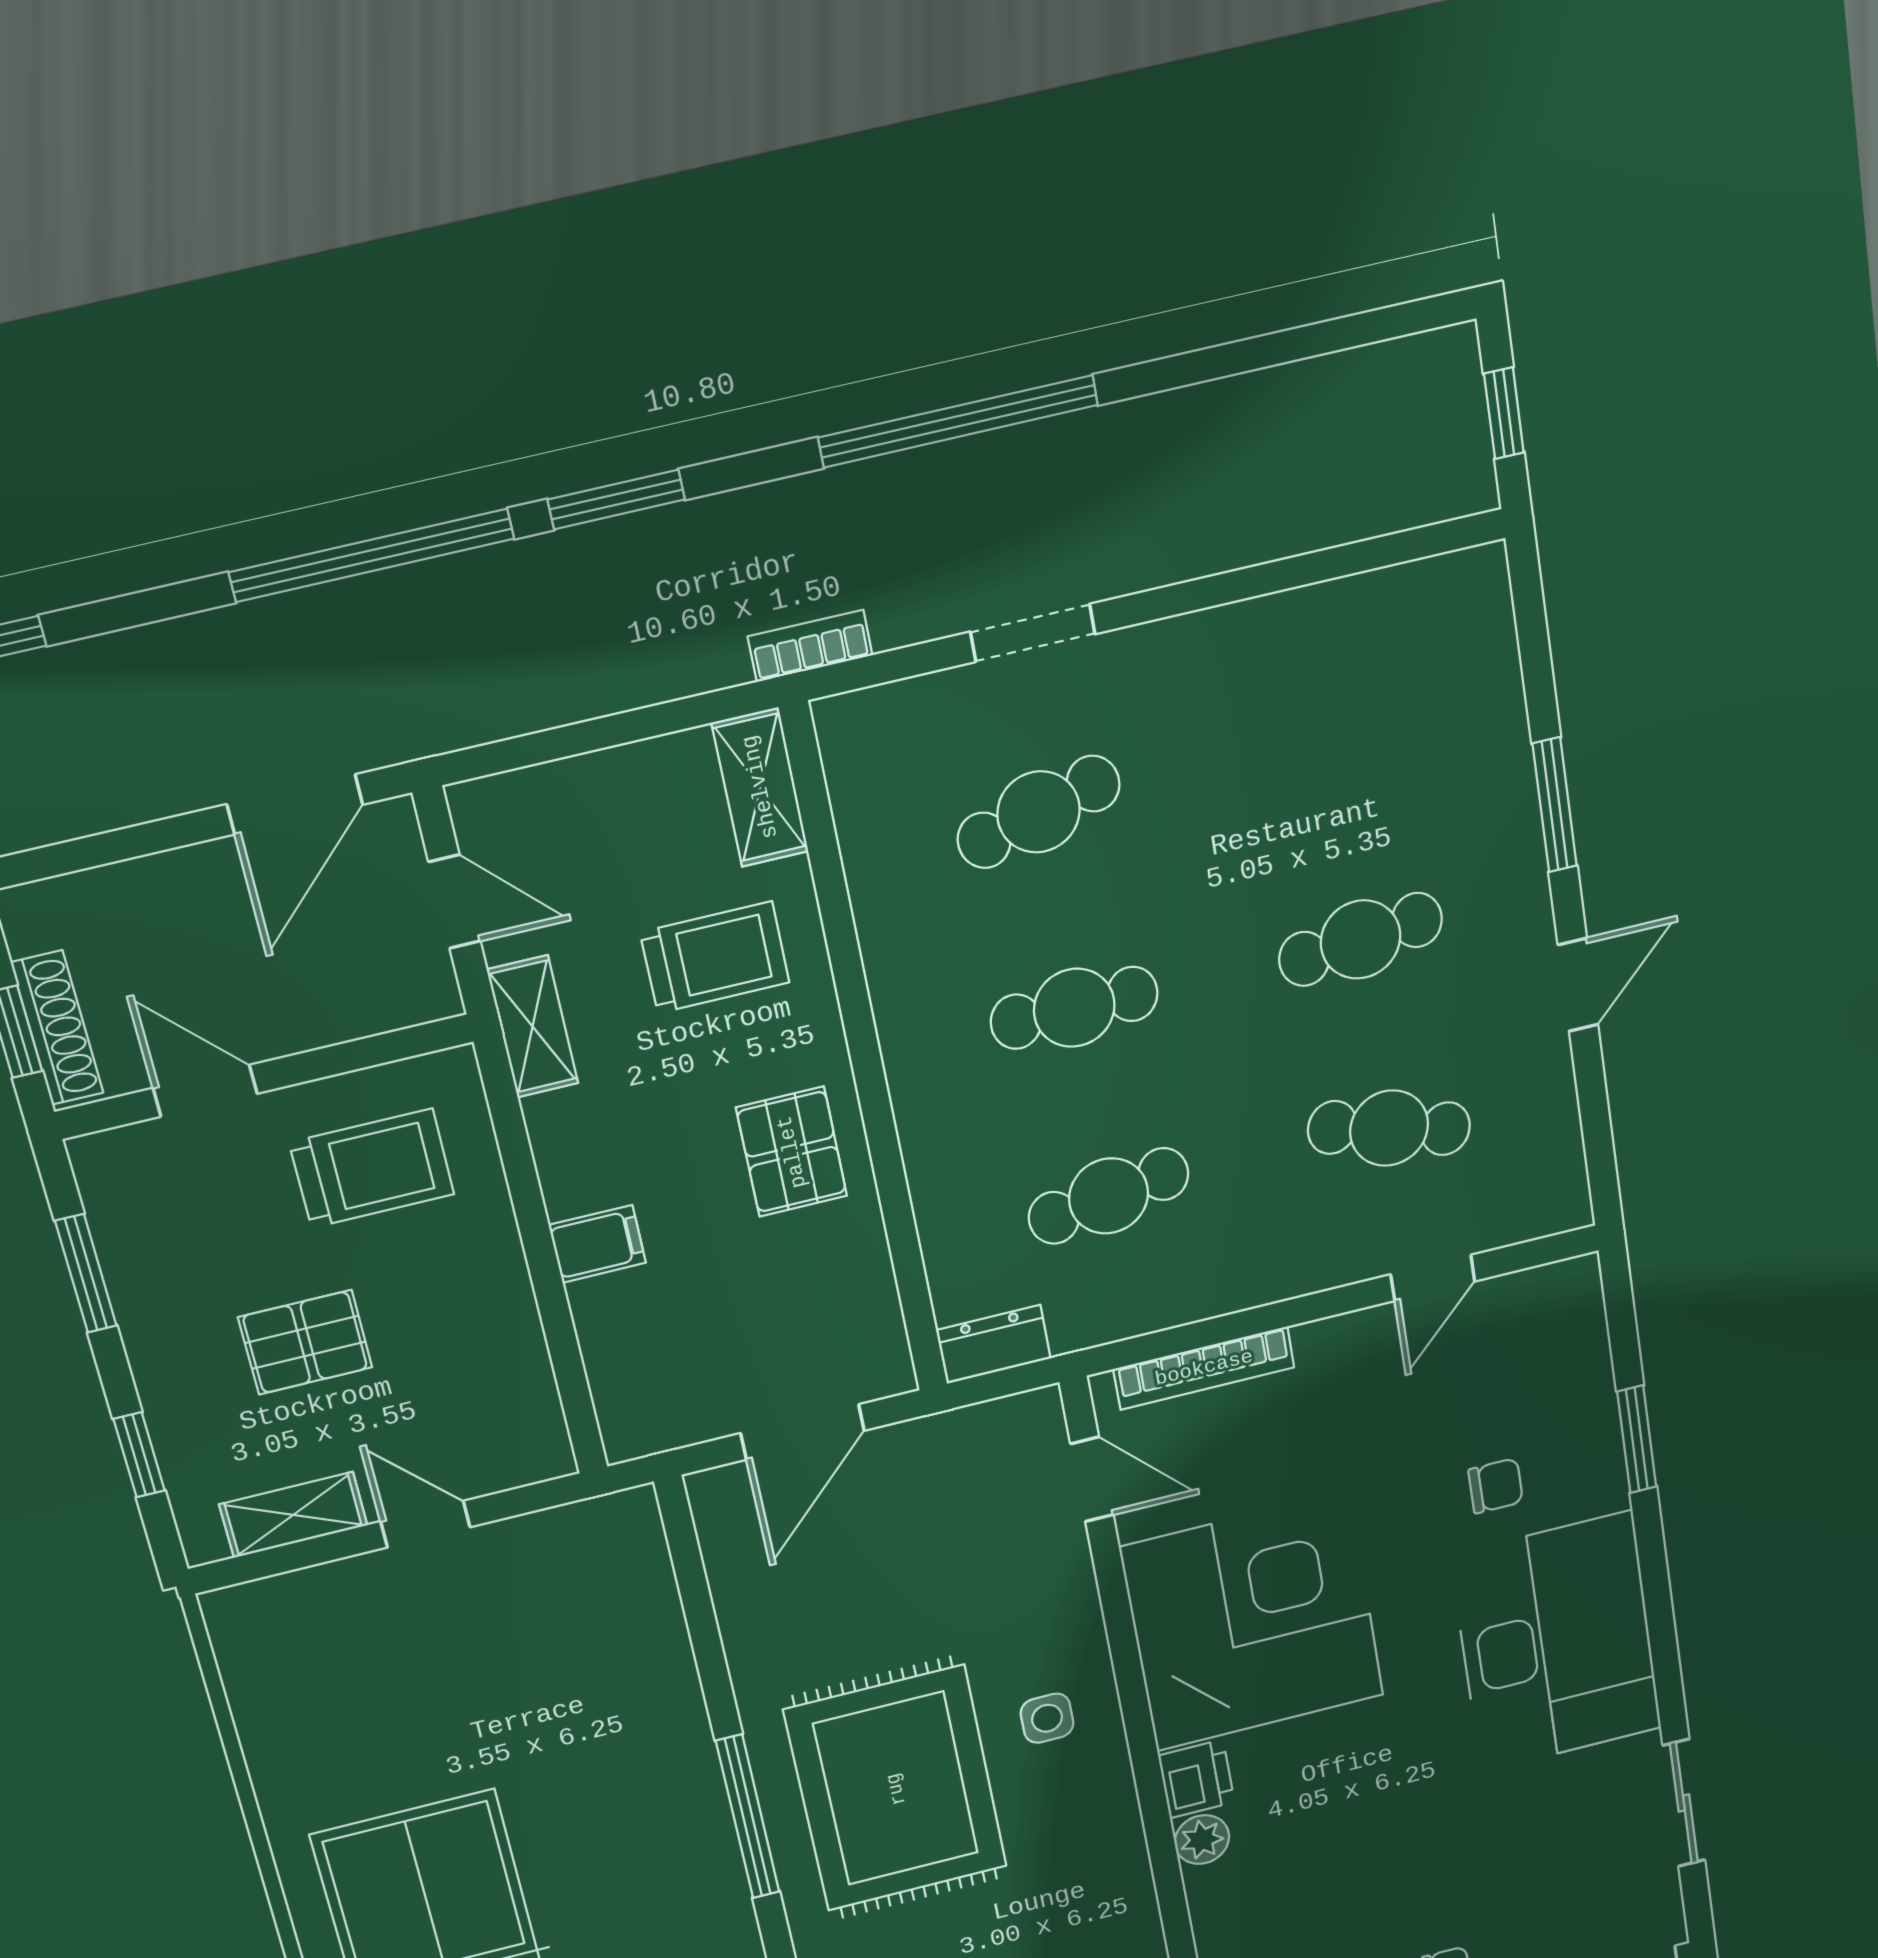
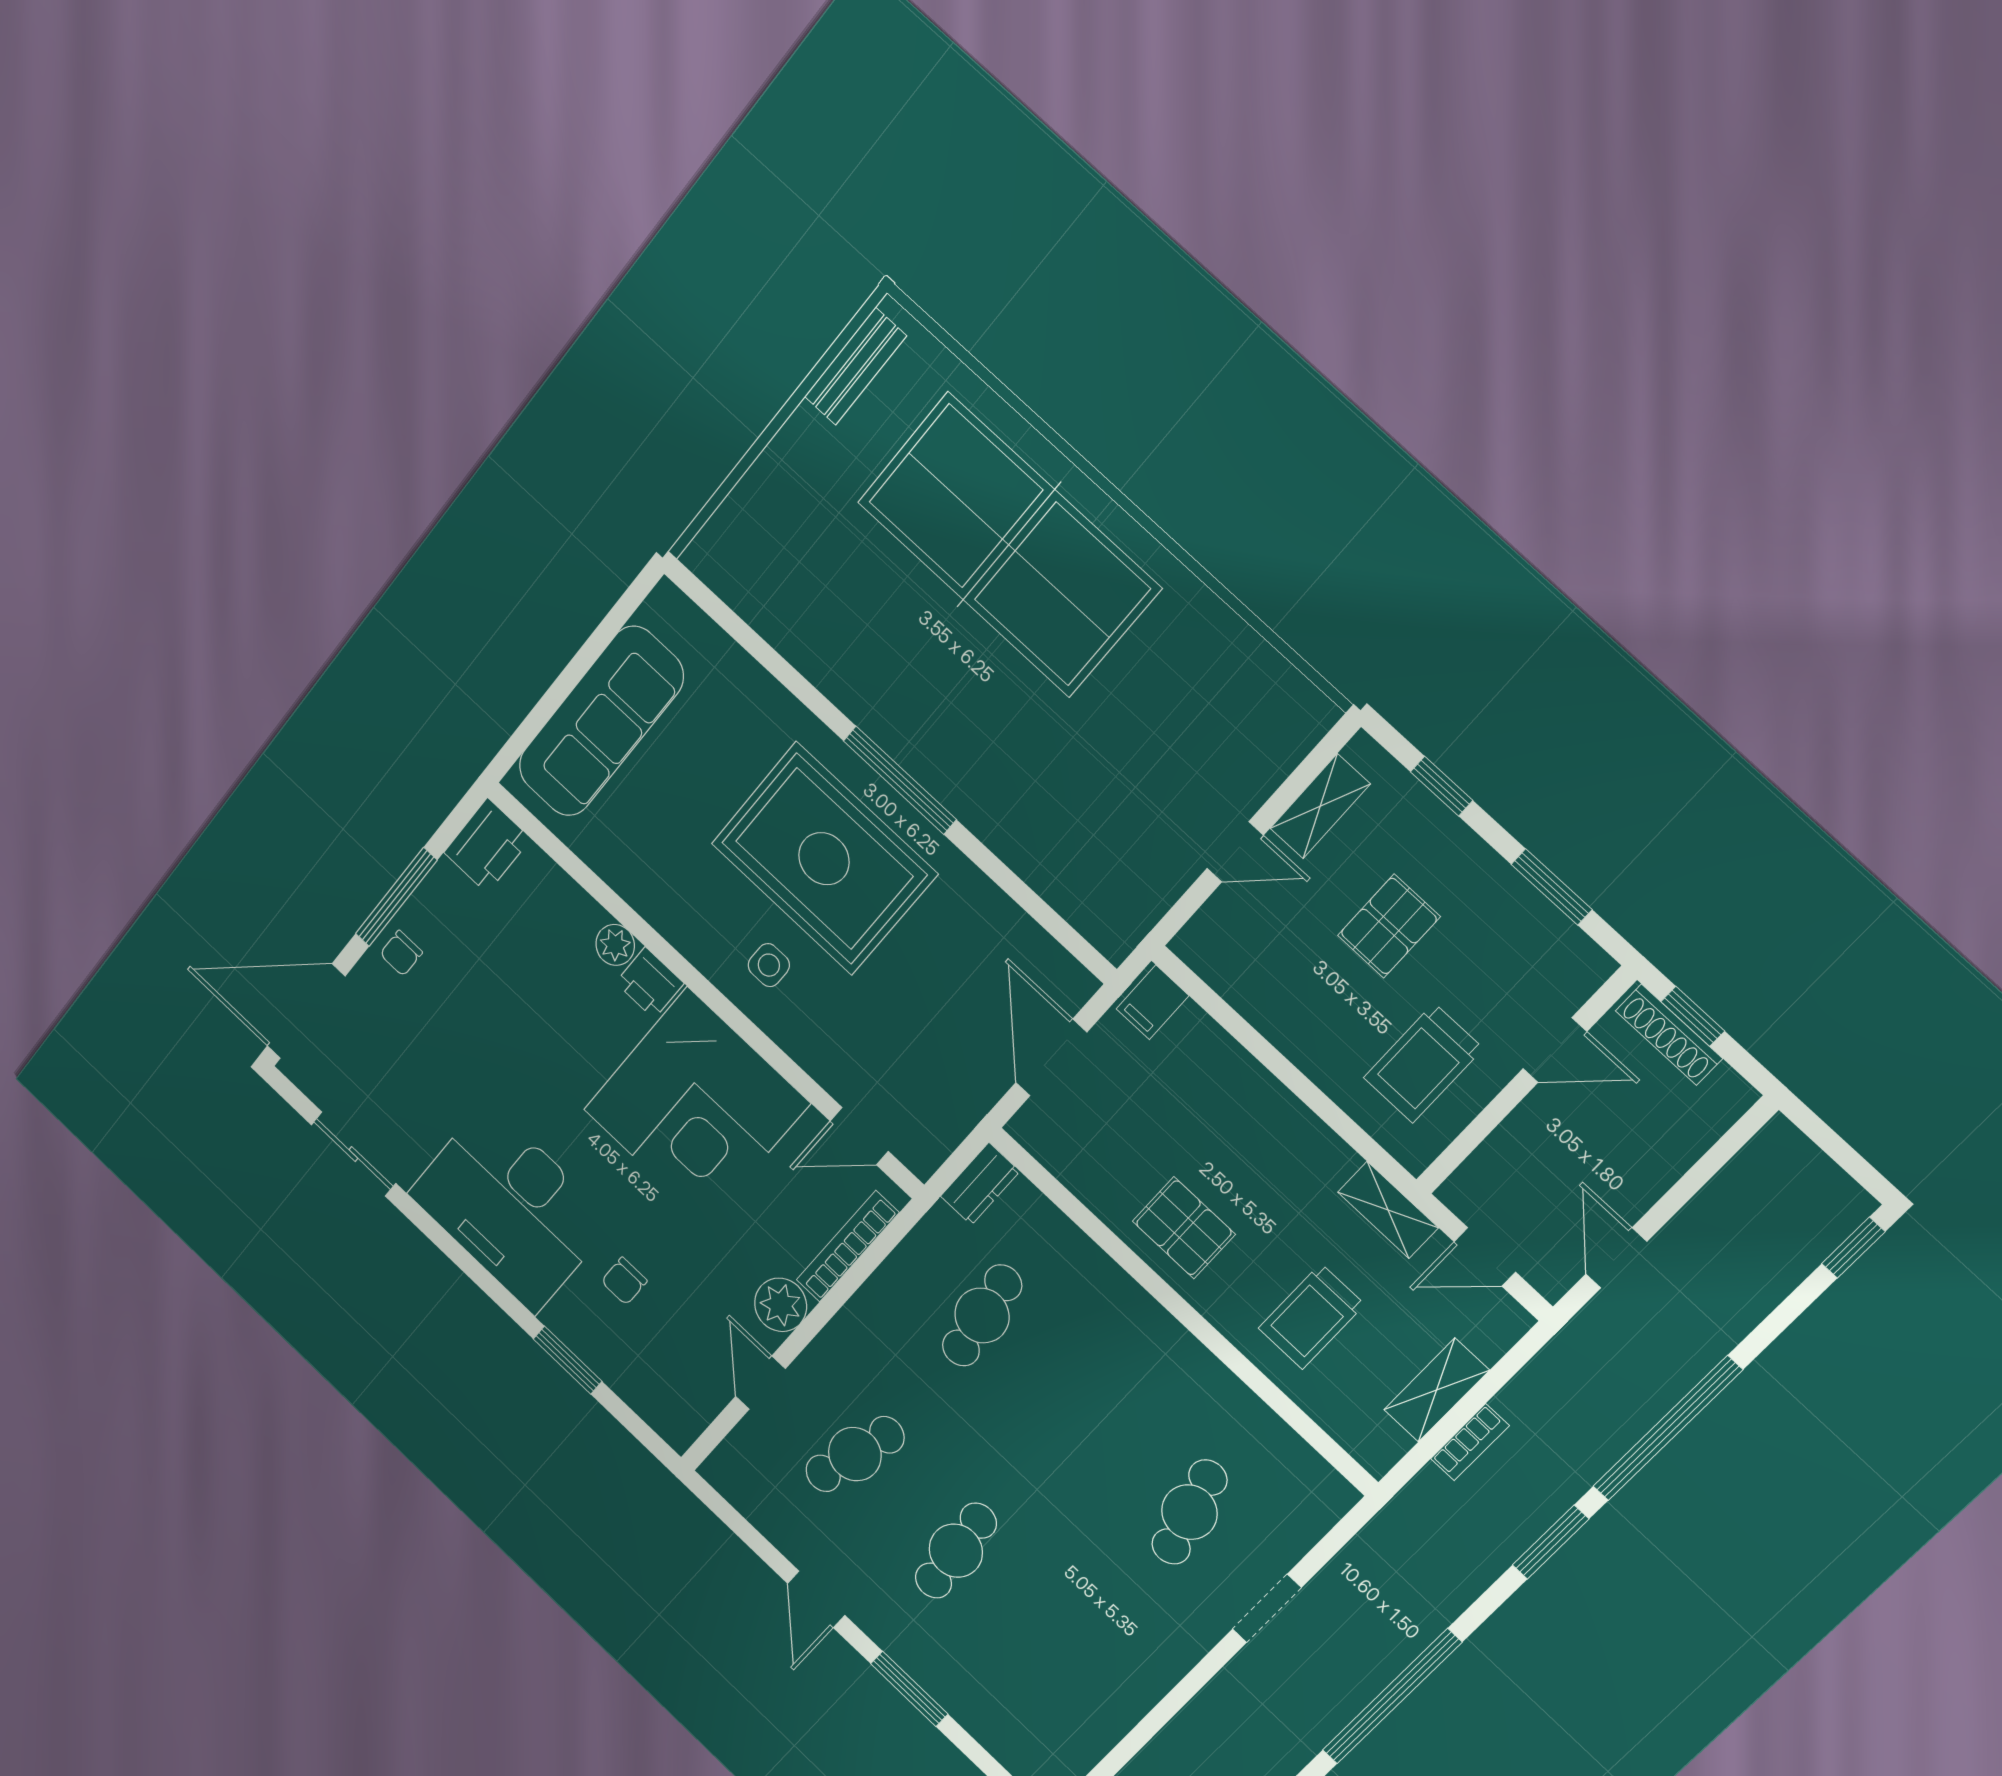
bookcase: (810, 646) -> (1470, 1442), moved
shelving: (760, 787) -> (1437, 1390), moved, turned 90
door: (295, 804) -> (1616, 1258), width x0.73
cafe table: (1074, 1008) -> (1085, 1413), removed
filing cabinet: (597, 1244) -> (1153, 1002), moved
plant: (1336, 1351) -> (781, 1305), added

